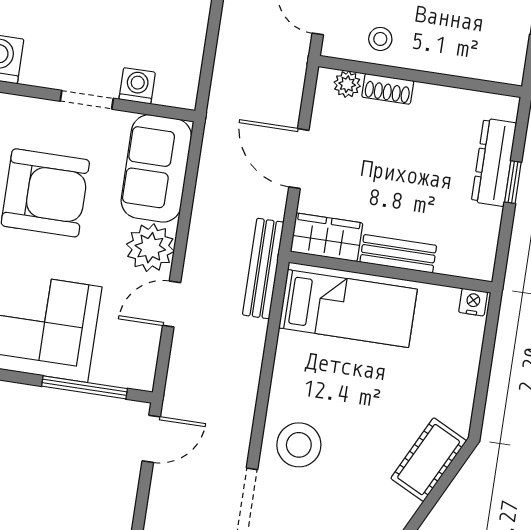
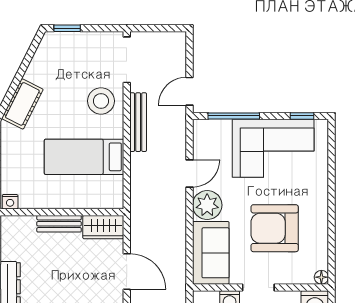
bench: (263, 269) -> (138, 122), moved
bed: (348, 309) -> (84, 157), moved

